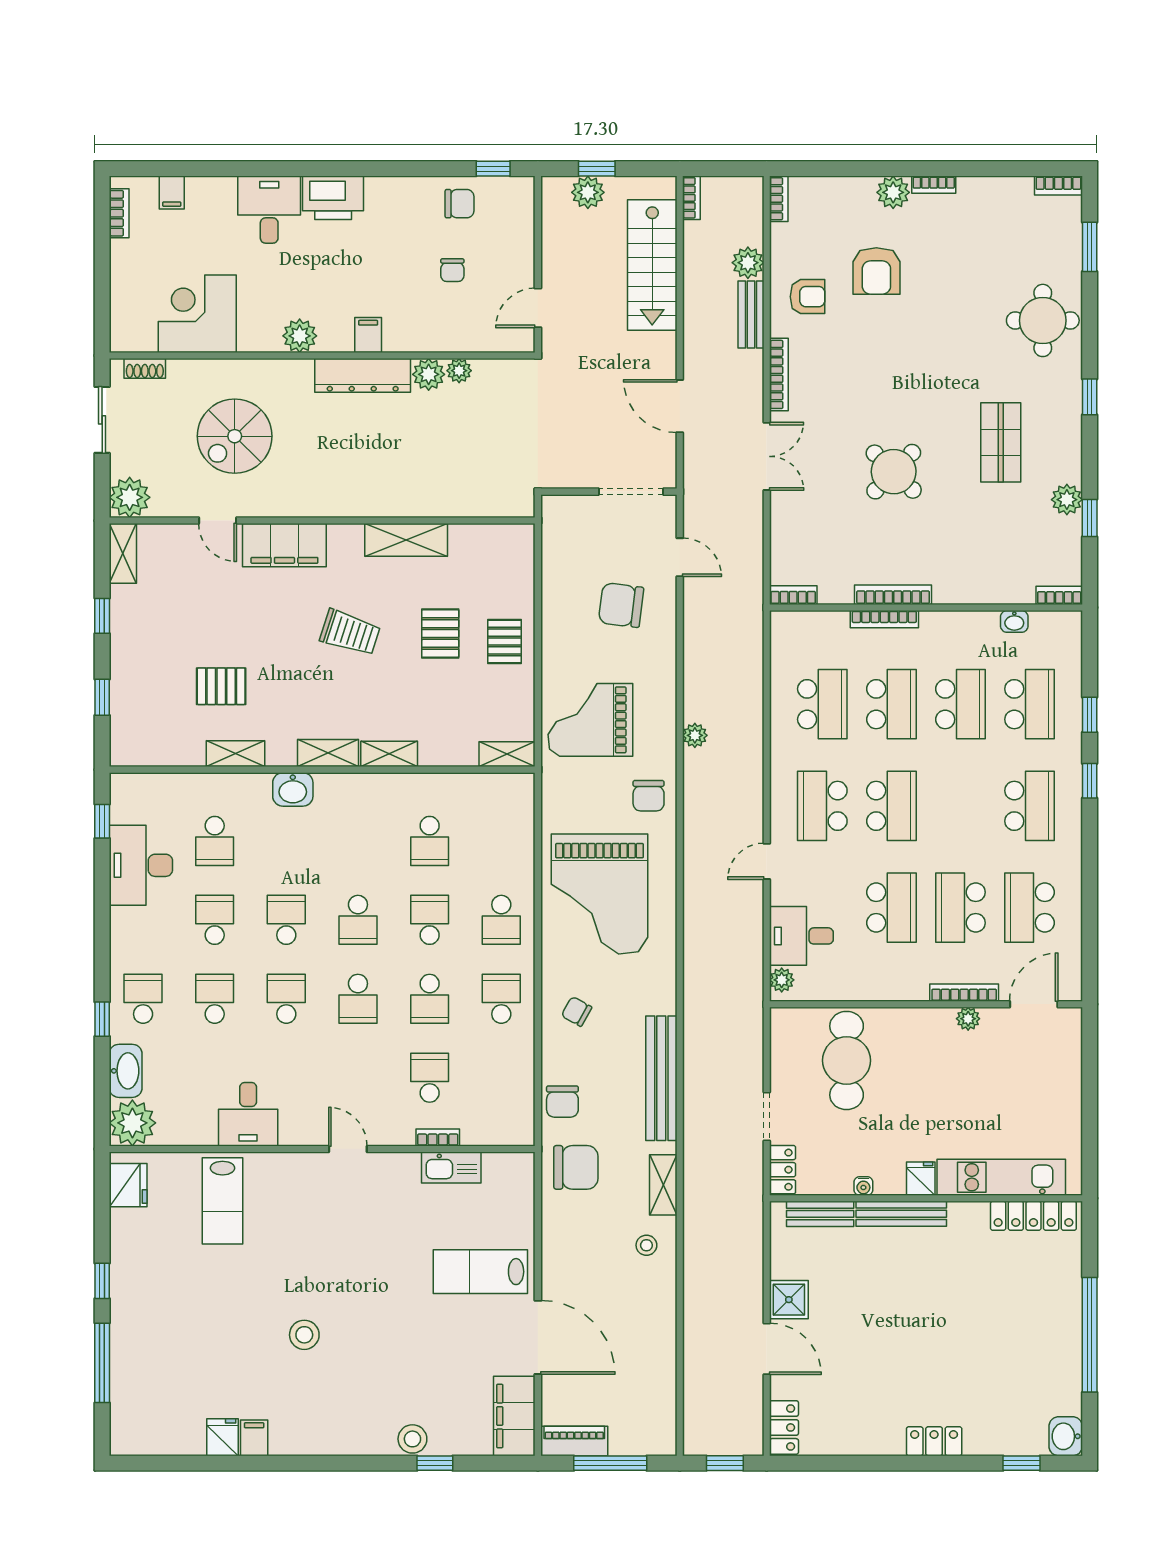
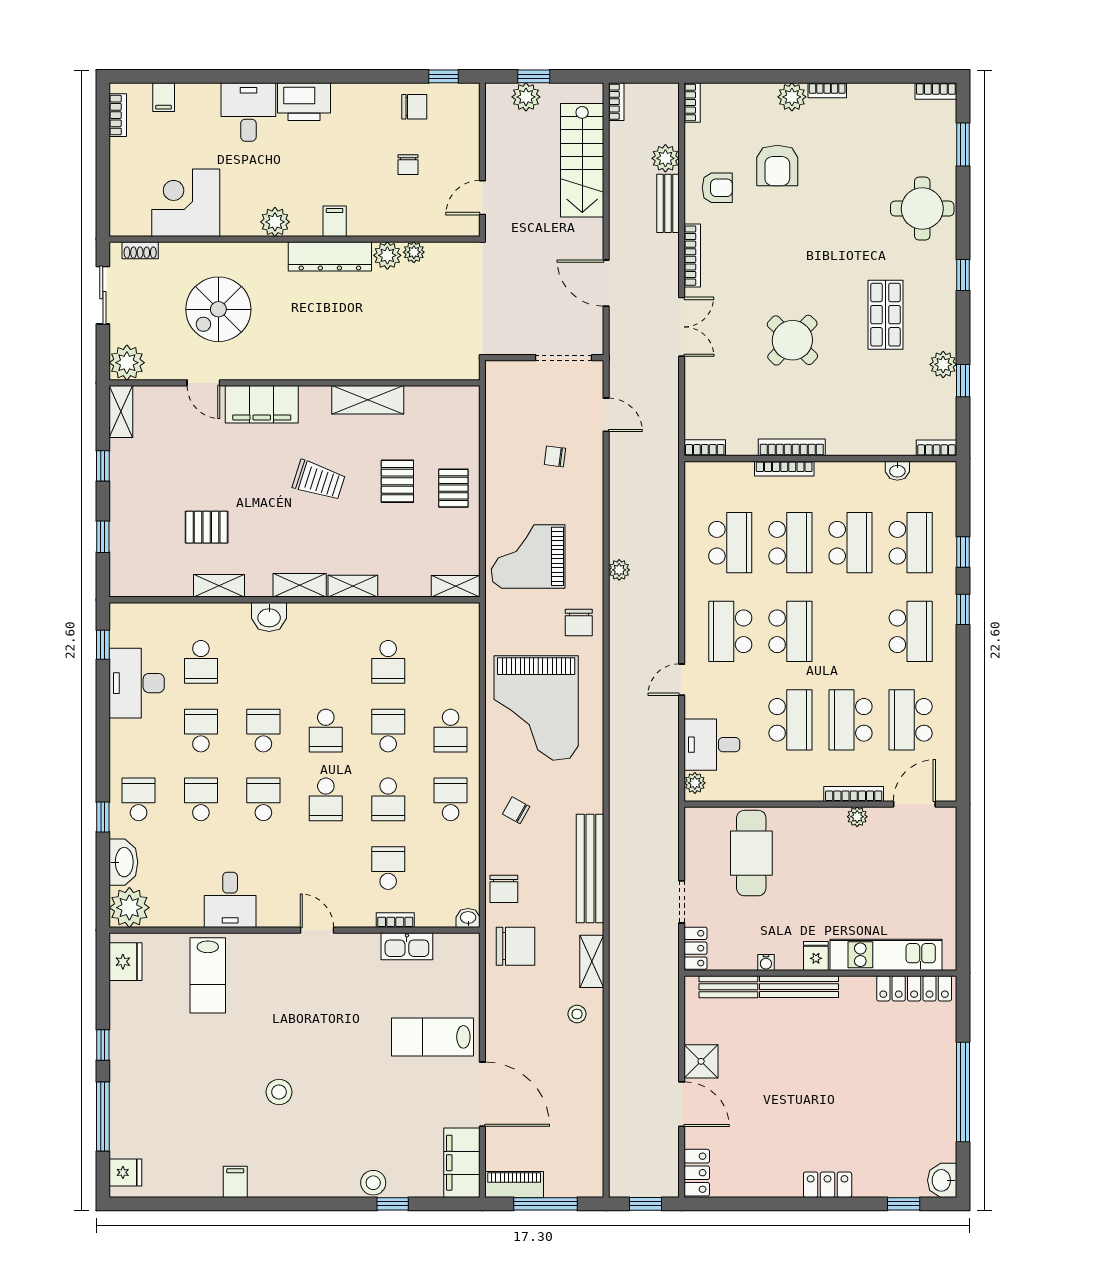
chair: (621, 605) -> (555, 456), width x0.54, depth x0.54
washbasin: (521, 1135) -> (468, 918), added
fridge: (223, 1437) -> (125, 1172), moved, turned 90

